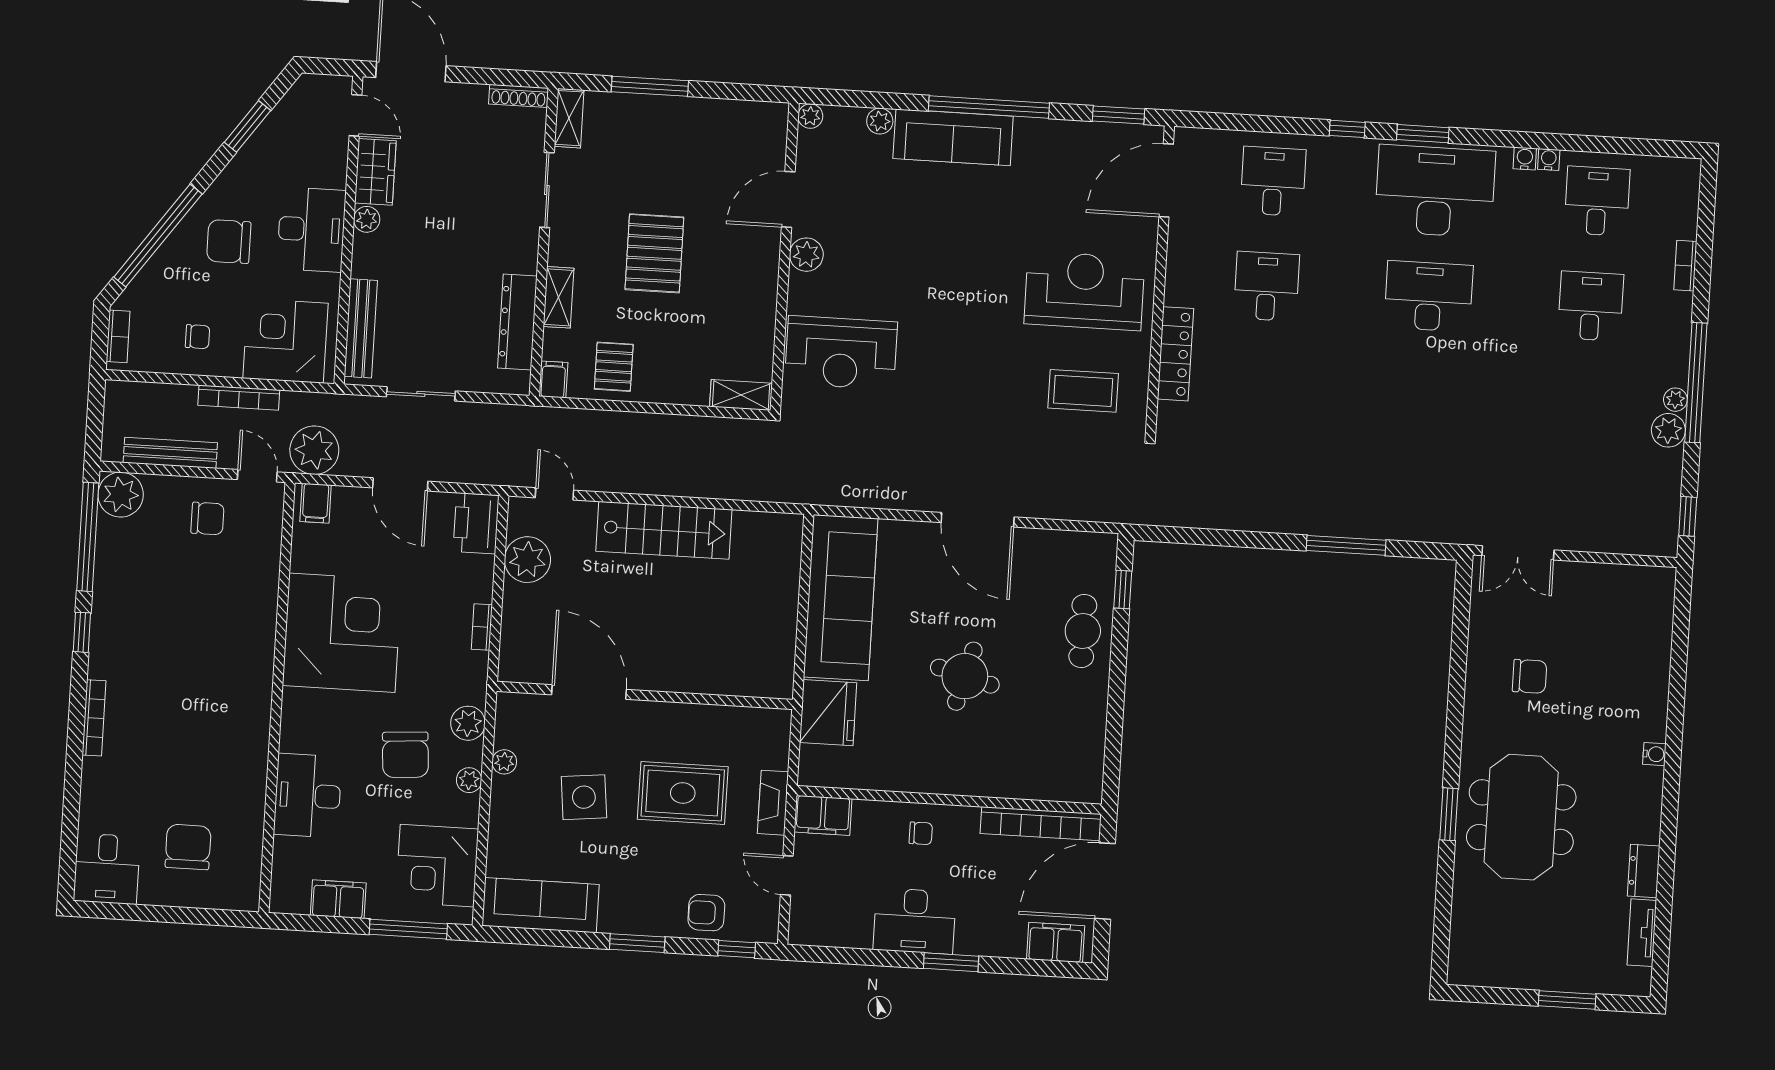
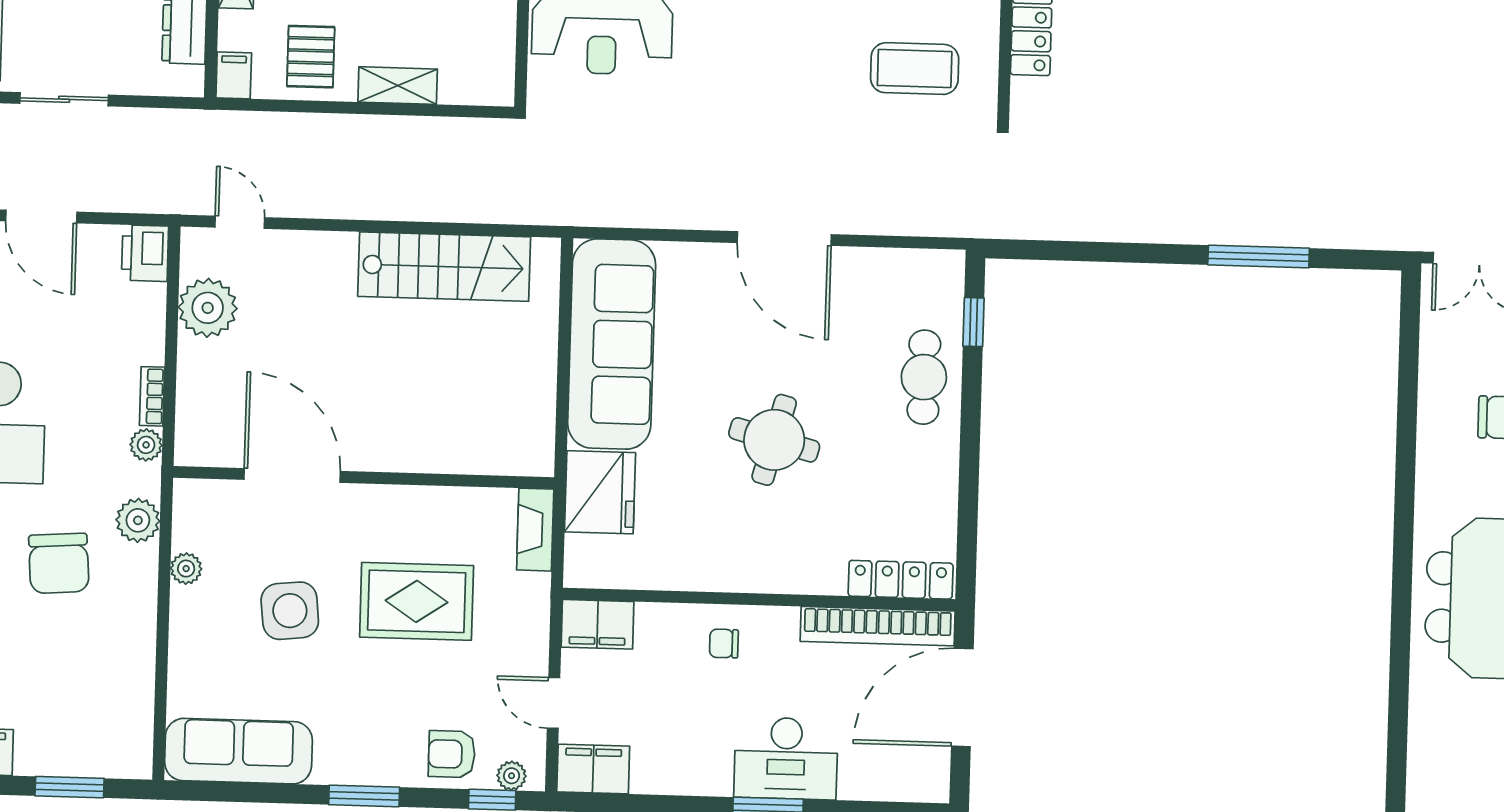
shelving: (741, 395) -> (398, 86), moved
printer: (476, 523) -> (145, 253), width x0.73, depth x0.84
stairs: (664, 530) -> (444, 267), moved
plant: (469, 780) -> (146, 445), moved
locker: (1060, 788) -> (901, 580), added
fireplace: (773, 803) -> (535, 530), moved
window: (1449, 814) -> (1402, 598), removed
chair: (921, 833) -> (724, 644), turned 180
corner desk: (437, 866) -> (104, 704), removed
desk: (915, 921) -> (786, 758), moved
window: (408, 929) -> (70, 787), width x0.69
plant: (752, 931) -> (512, 776), added
filing cabinet: (1056, 942) -> (593, 769), moved

